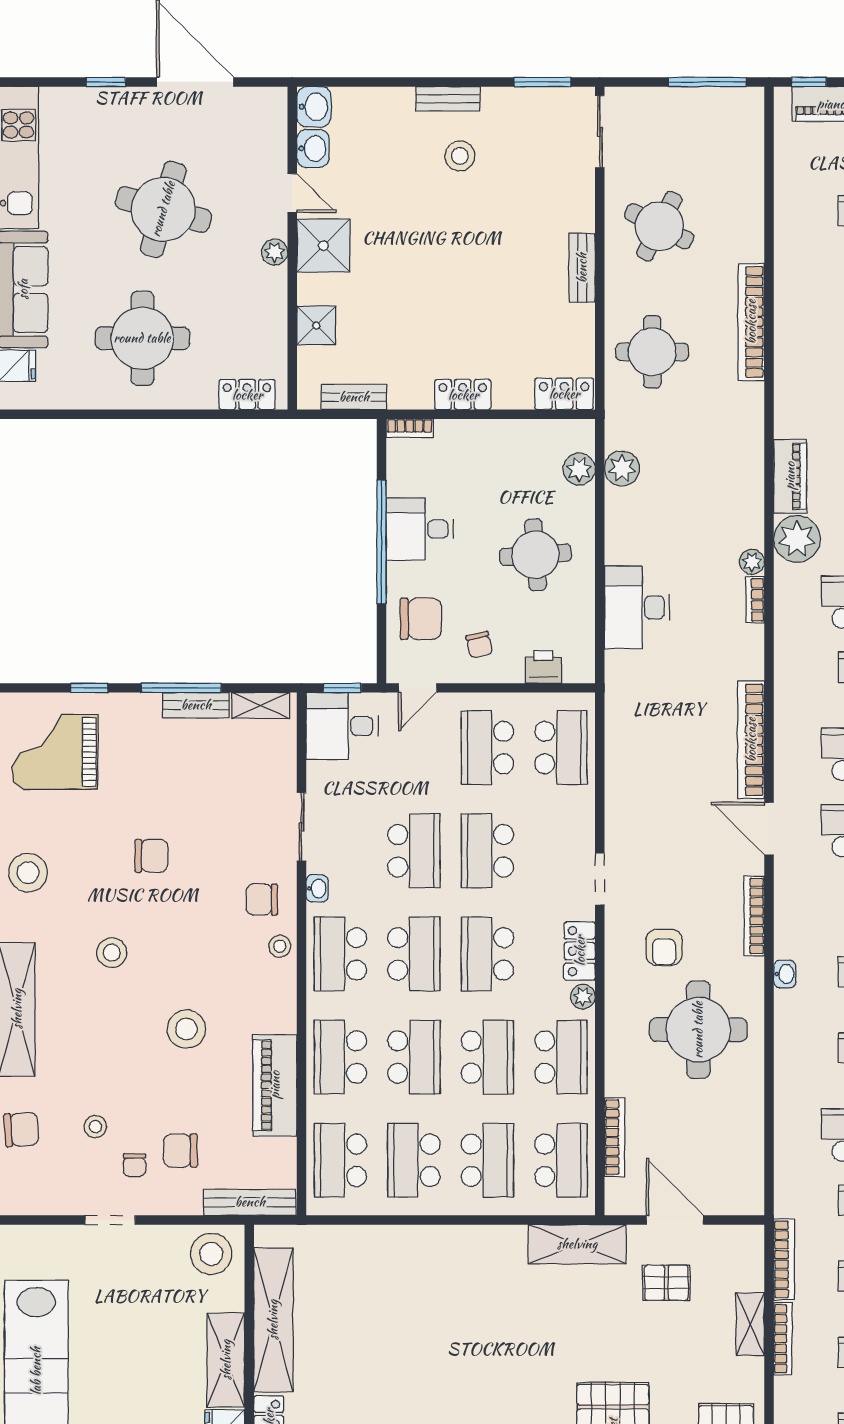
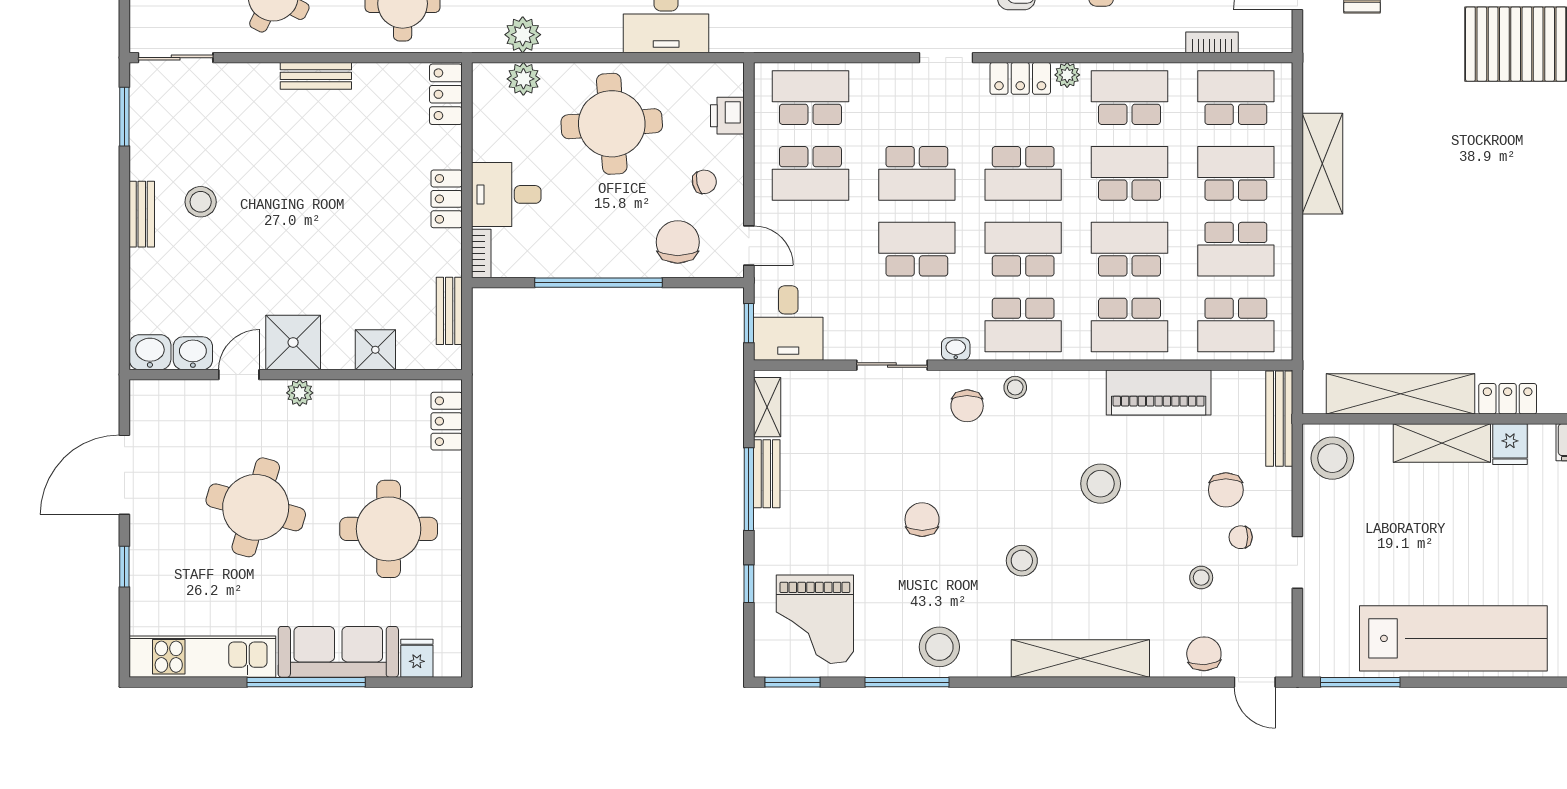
desk: (420, 529) -> (506, 194), moved, turned 90
round table: (536, 555) -> (612, 124), width x1.36, depth x1.36
bookcase: (615, 1137) -> (1212, 42), width x0.64
chair: (134, 1165) -> (1241, 537), turned 180
shelving: (577, 1244) -> (1322, 164), moved

